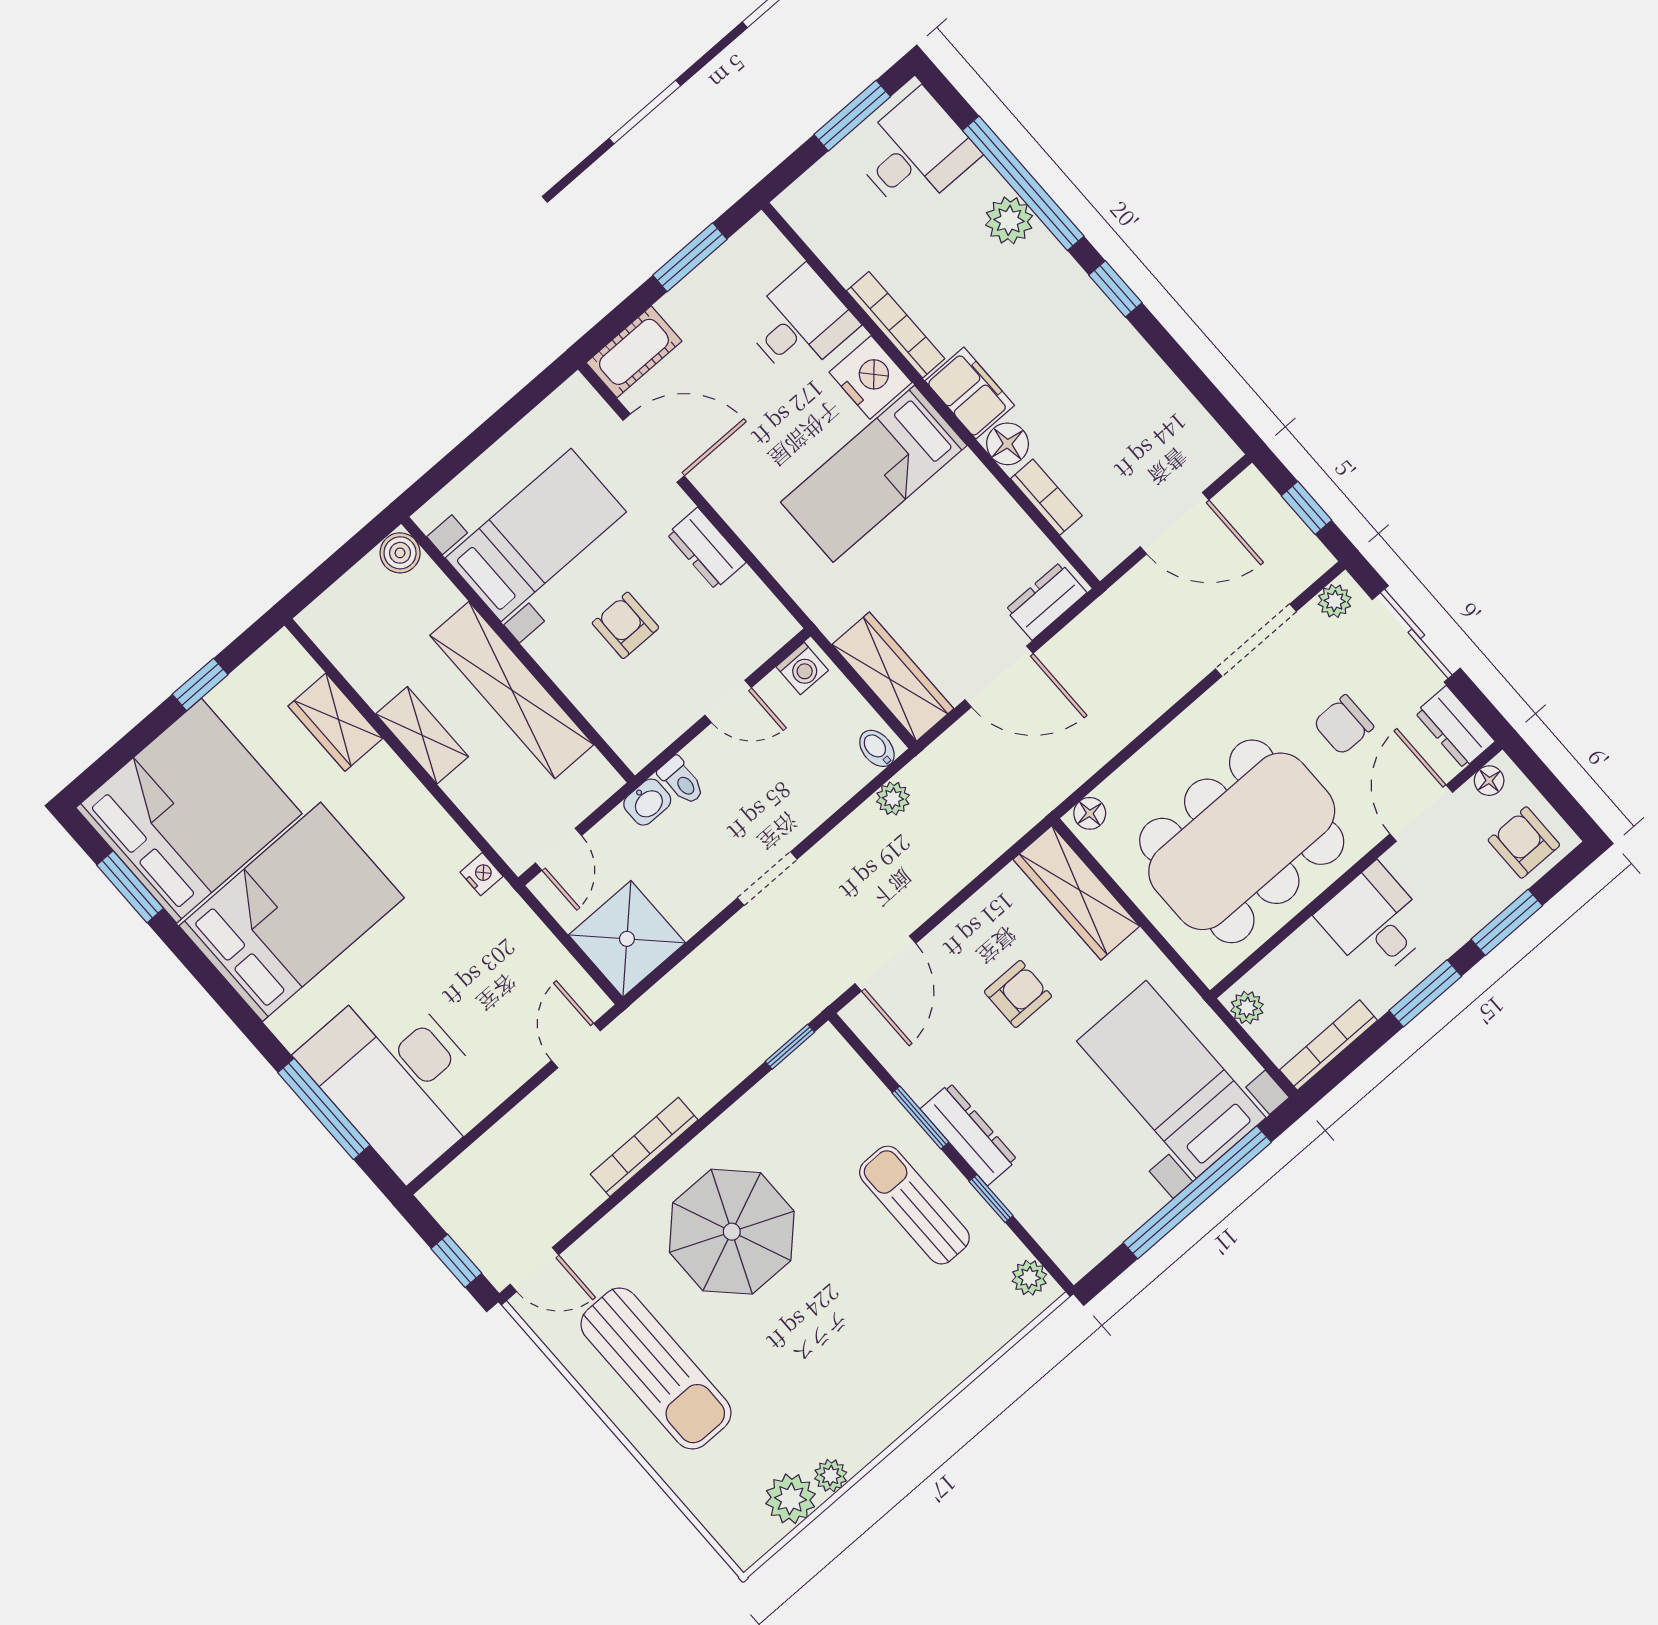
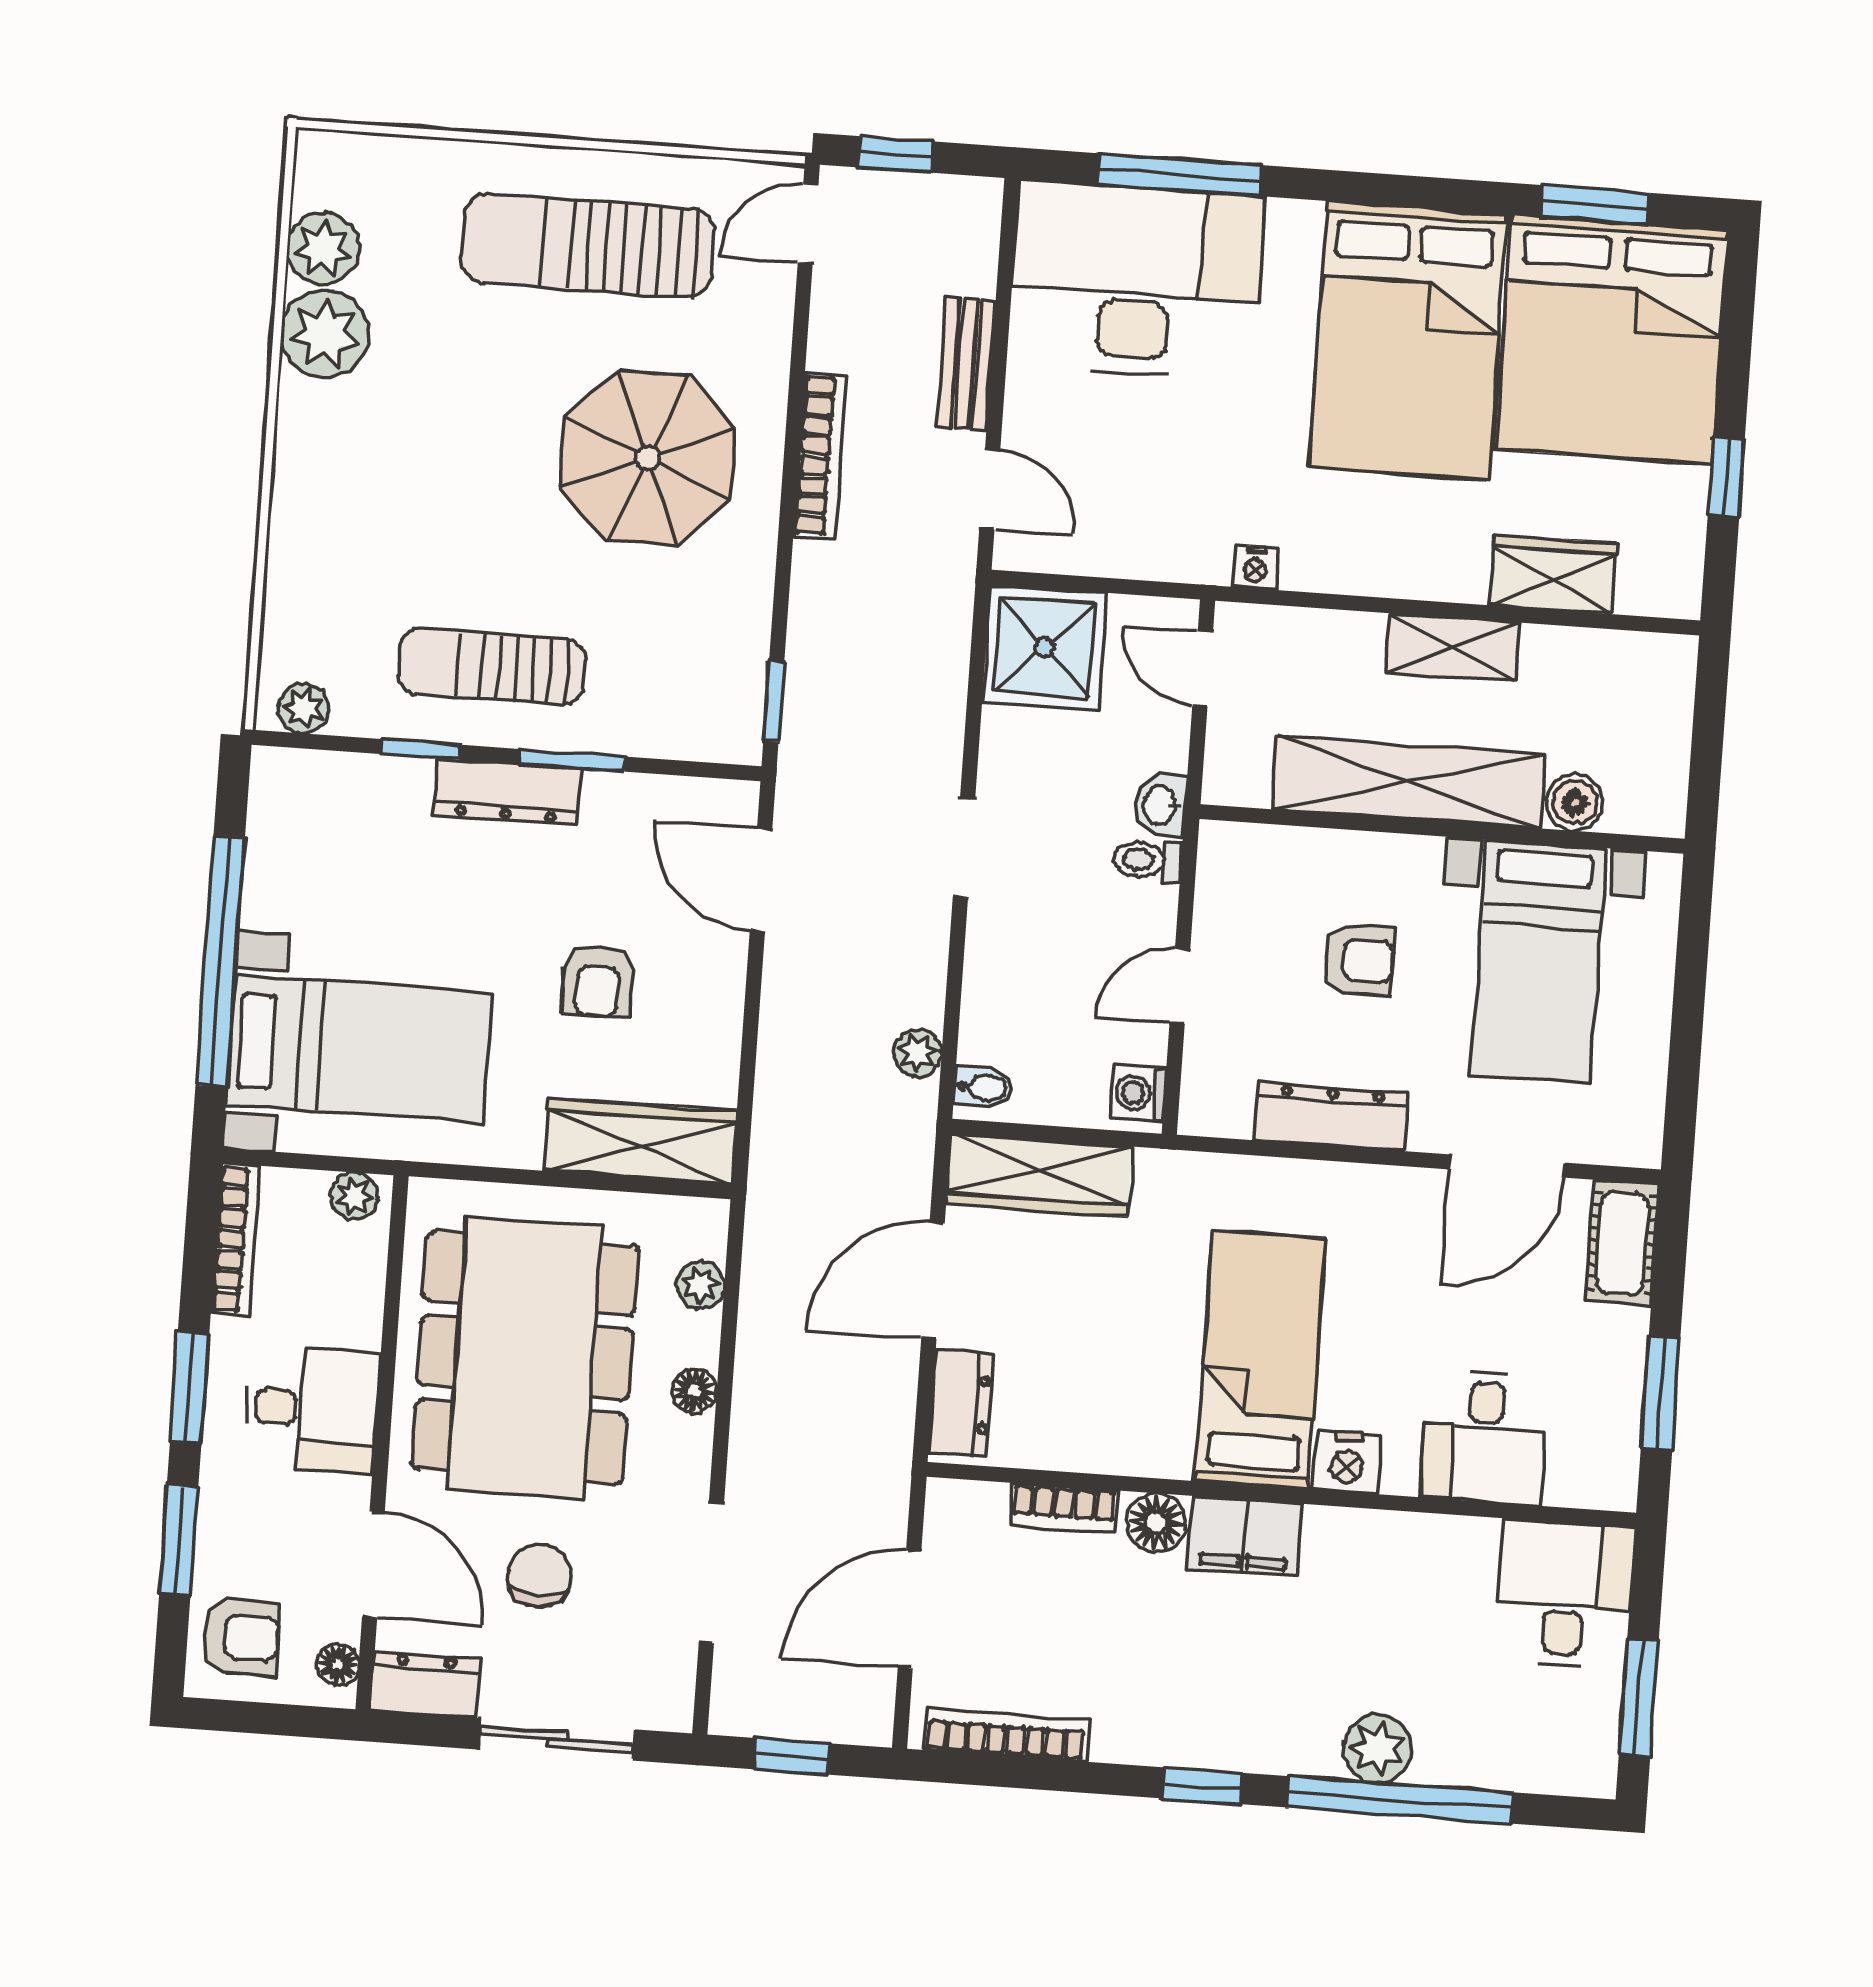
desk: (915, 152) -> (1564, 1594), moved, turned 180
bookcase: (896, 325) -> (1006, 1735), moved, turned 180
nightstand: (871, 377) -> (1347, 1462), width x0.74, depth x0.75
dresser: (706, 548) -> (1331, 1116), width x1.44
boiler: (400, 553) -> (1575, 803), moved
plant: (1335, 601) -> (701, 1285), moved
floor lamp: (1090, 813) -> (694, 1391), moved
bench: (525, 1120) -> (966, 364), added
sun lounger: (914, 1205) -> (491, 667), turned 180
plant: (831, 1476) -> (325, 334), width x1.88, depth x1.88

